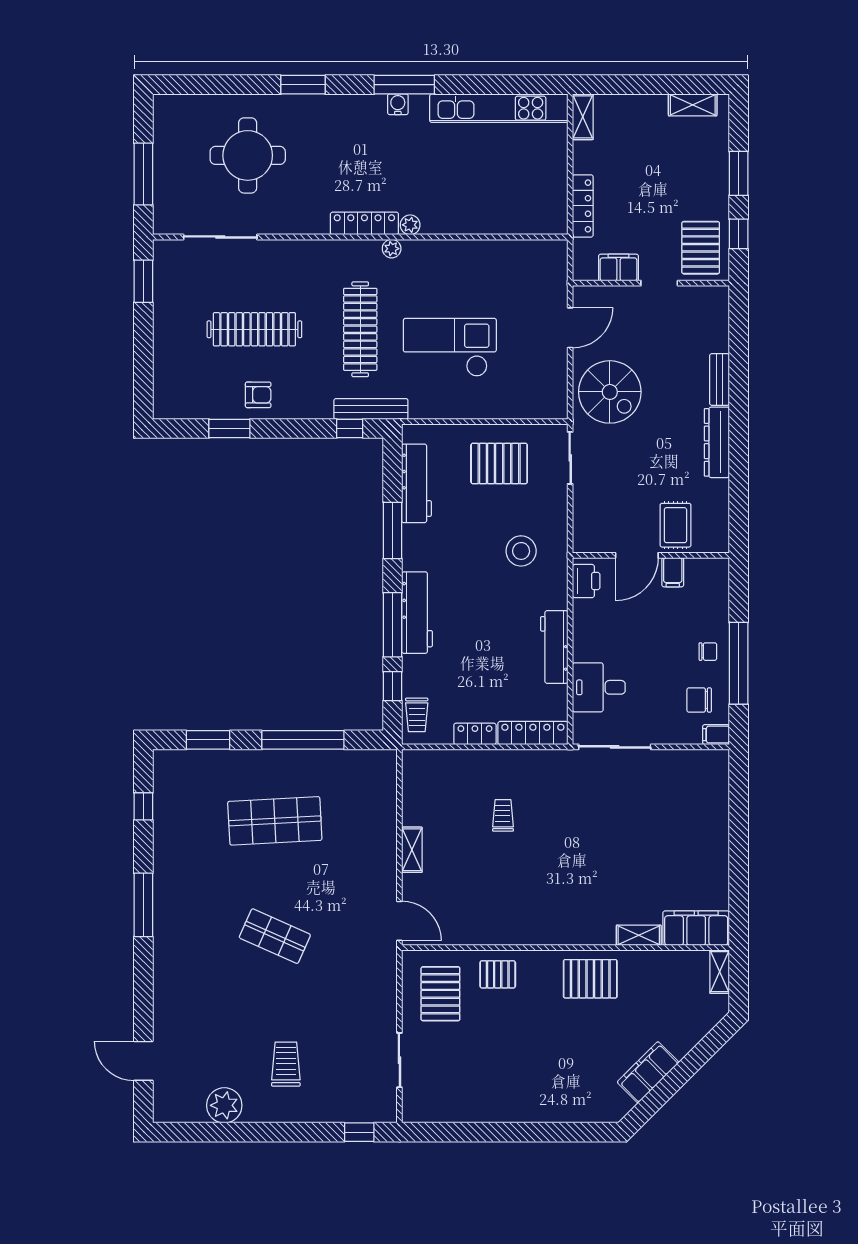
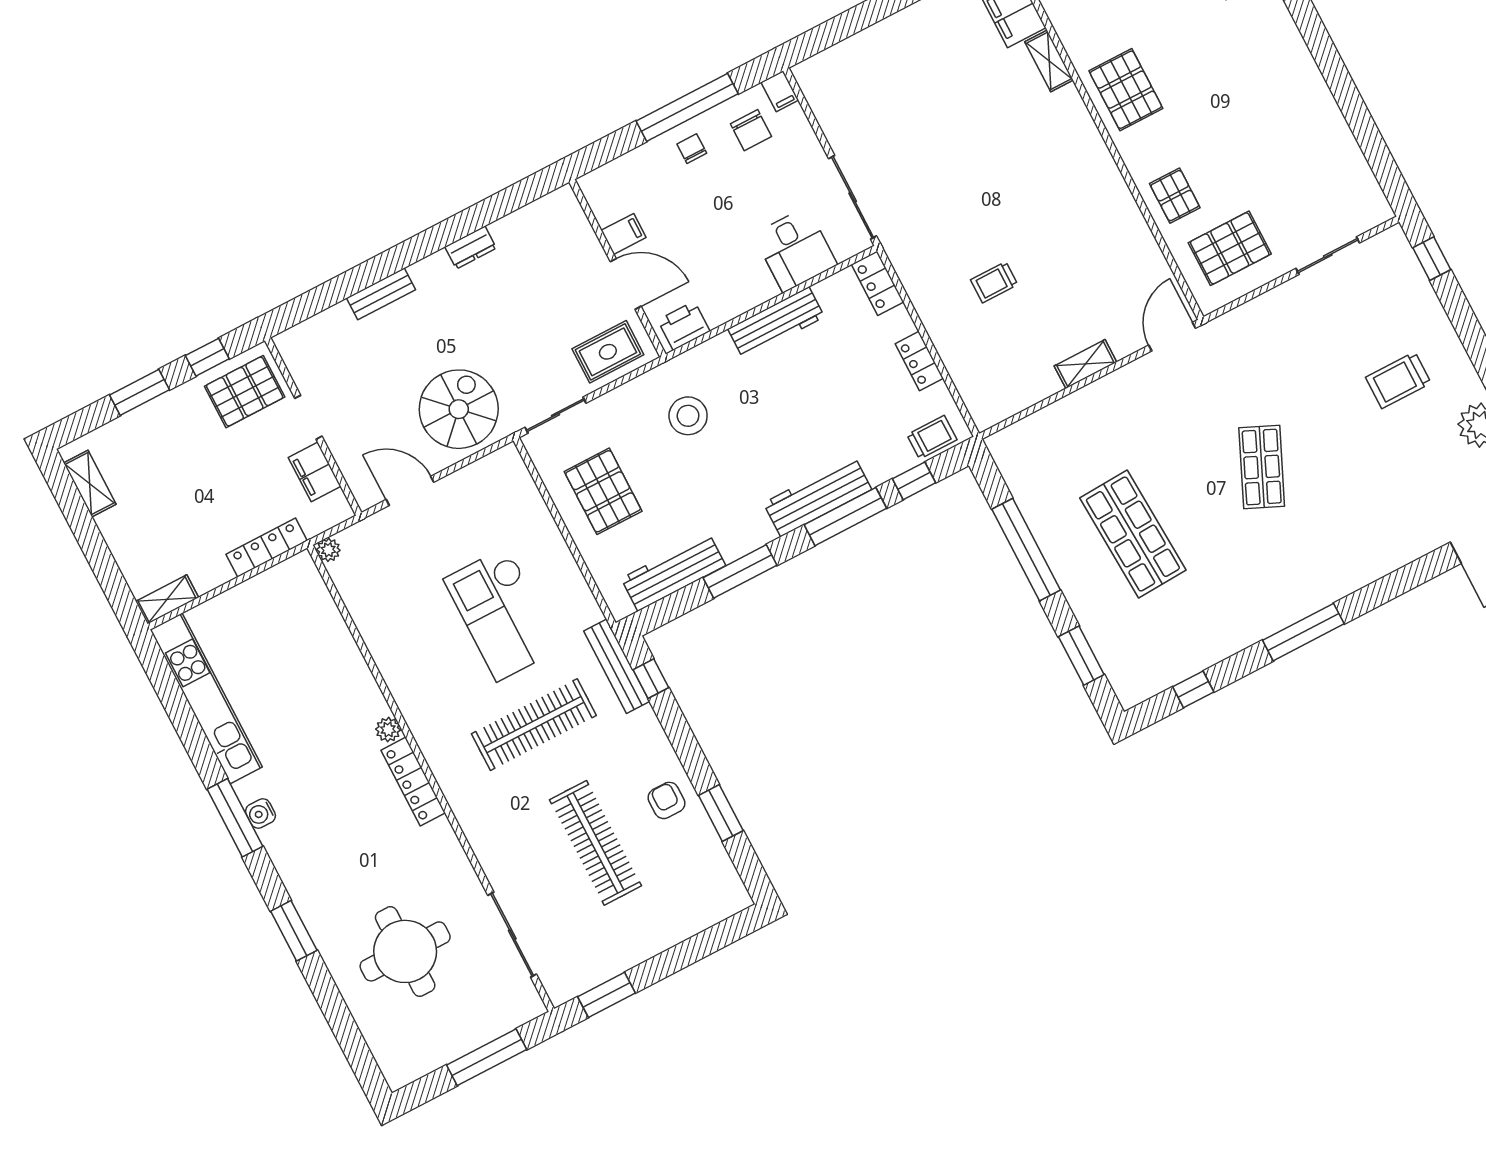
plant: (392, 249) -> (328, 550), moved
dresser: (717, 442) -> (471, 247), width x0.51, depth x0.80
rug: (675, 525) -> (608, 352), moved
locker: (533, 733) -> (878, 283), width x0.66

